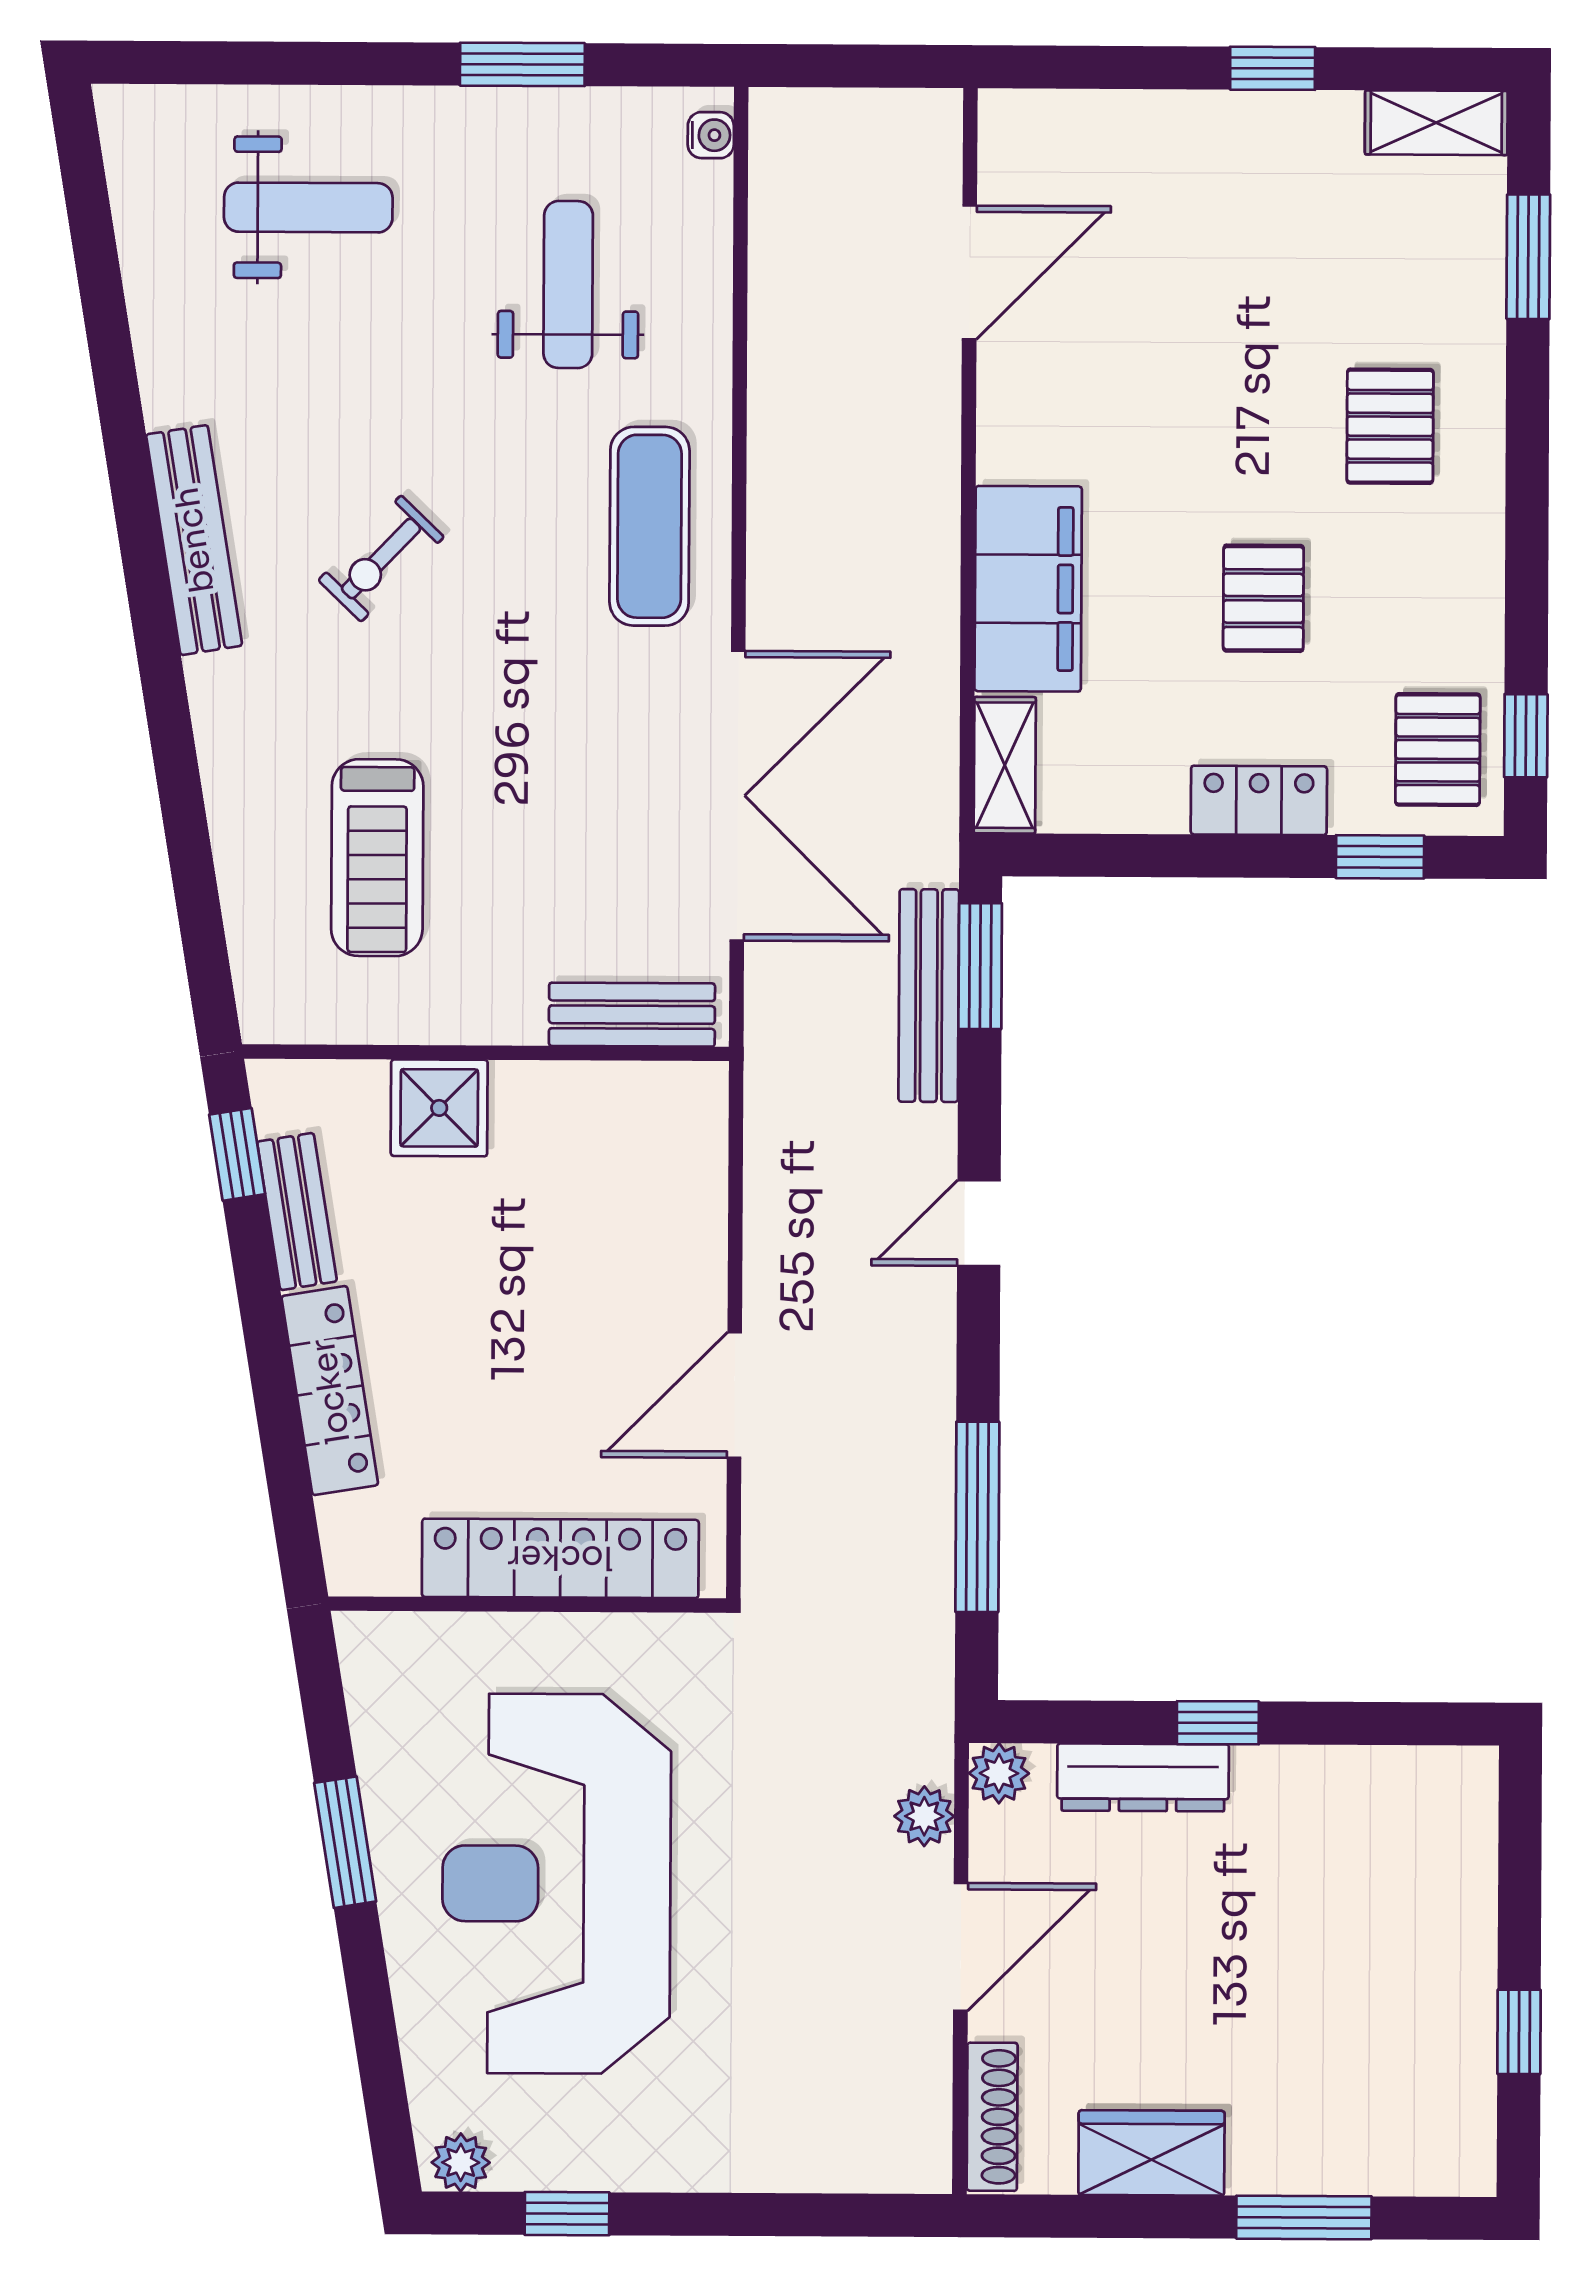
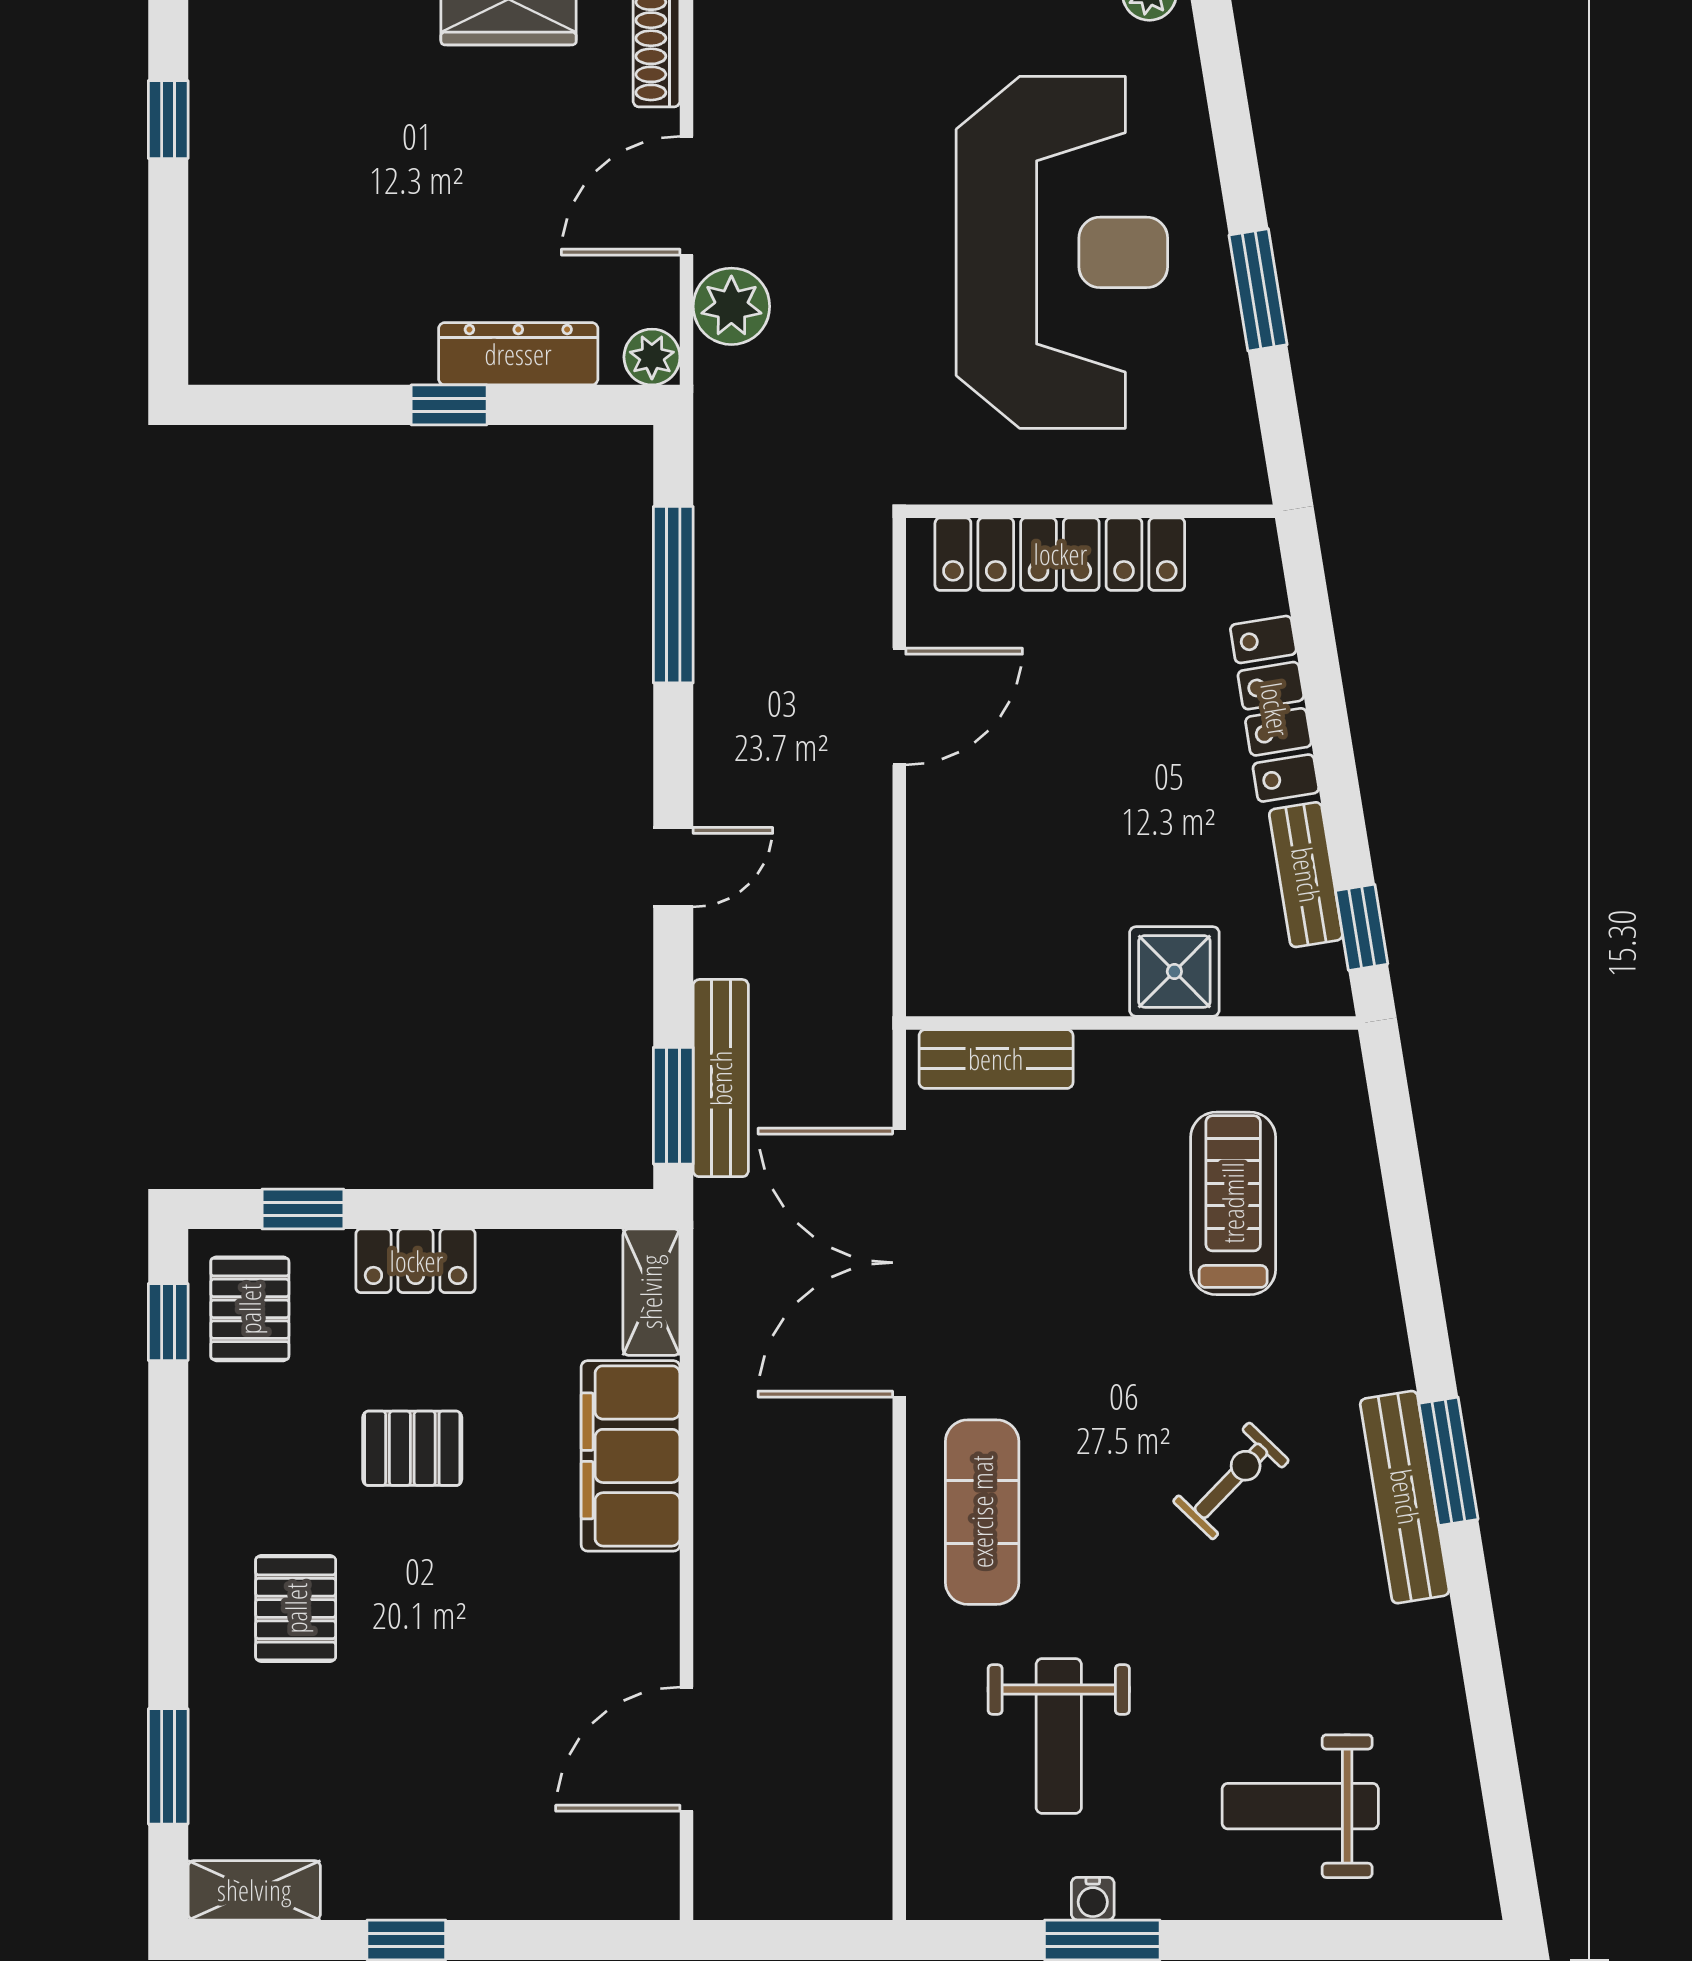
water cooler: (711, 135) -> (1093, 1899), moved, turned -90
window: (147, 578) -> (1448, 1461), added
pallet: (1263, 598) -> (412, 1448), turned 90
plant: (924, 1816) -> (731, 306), width x1.38, depth x1.38

